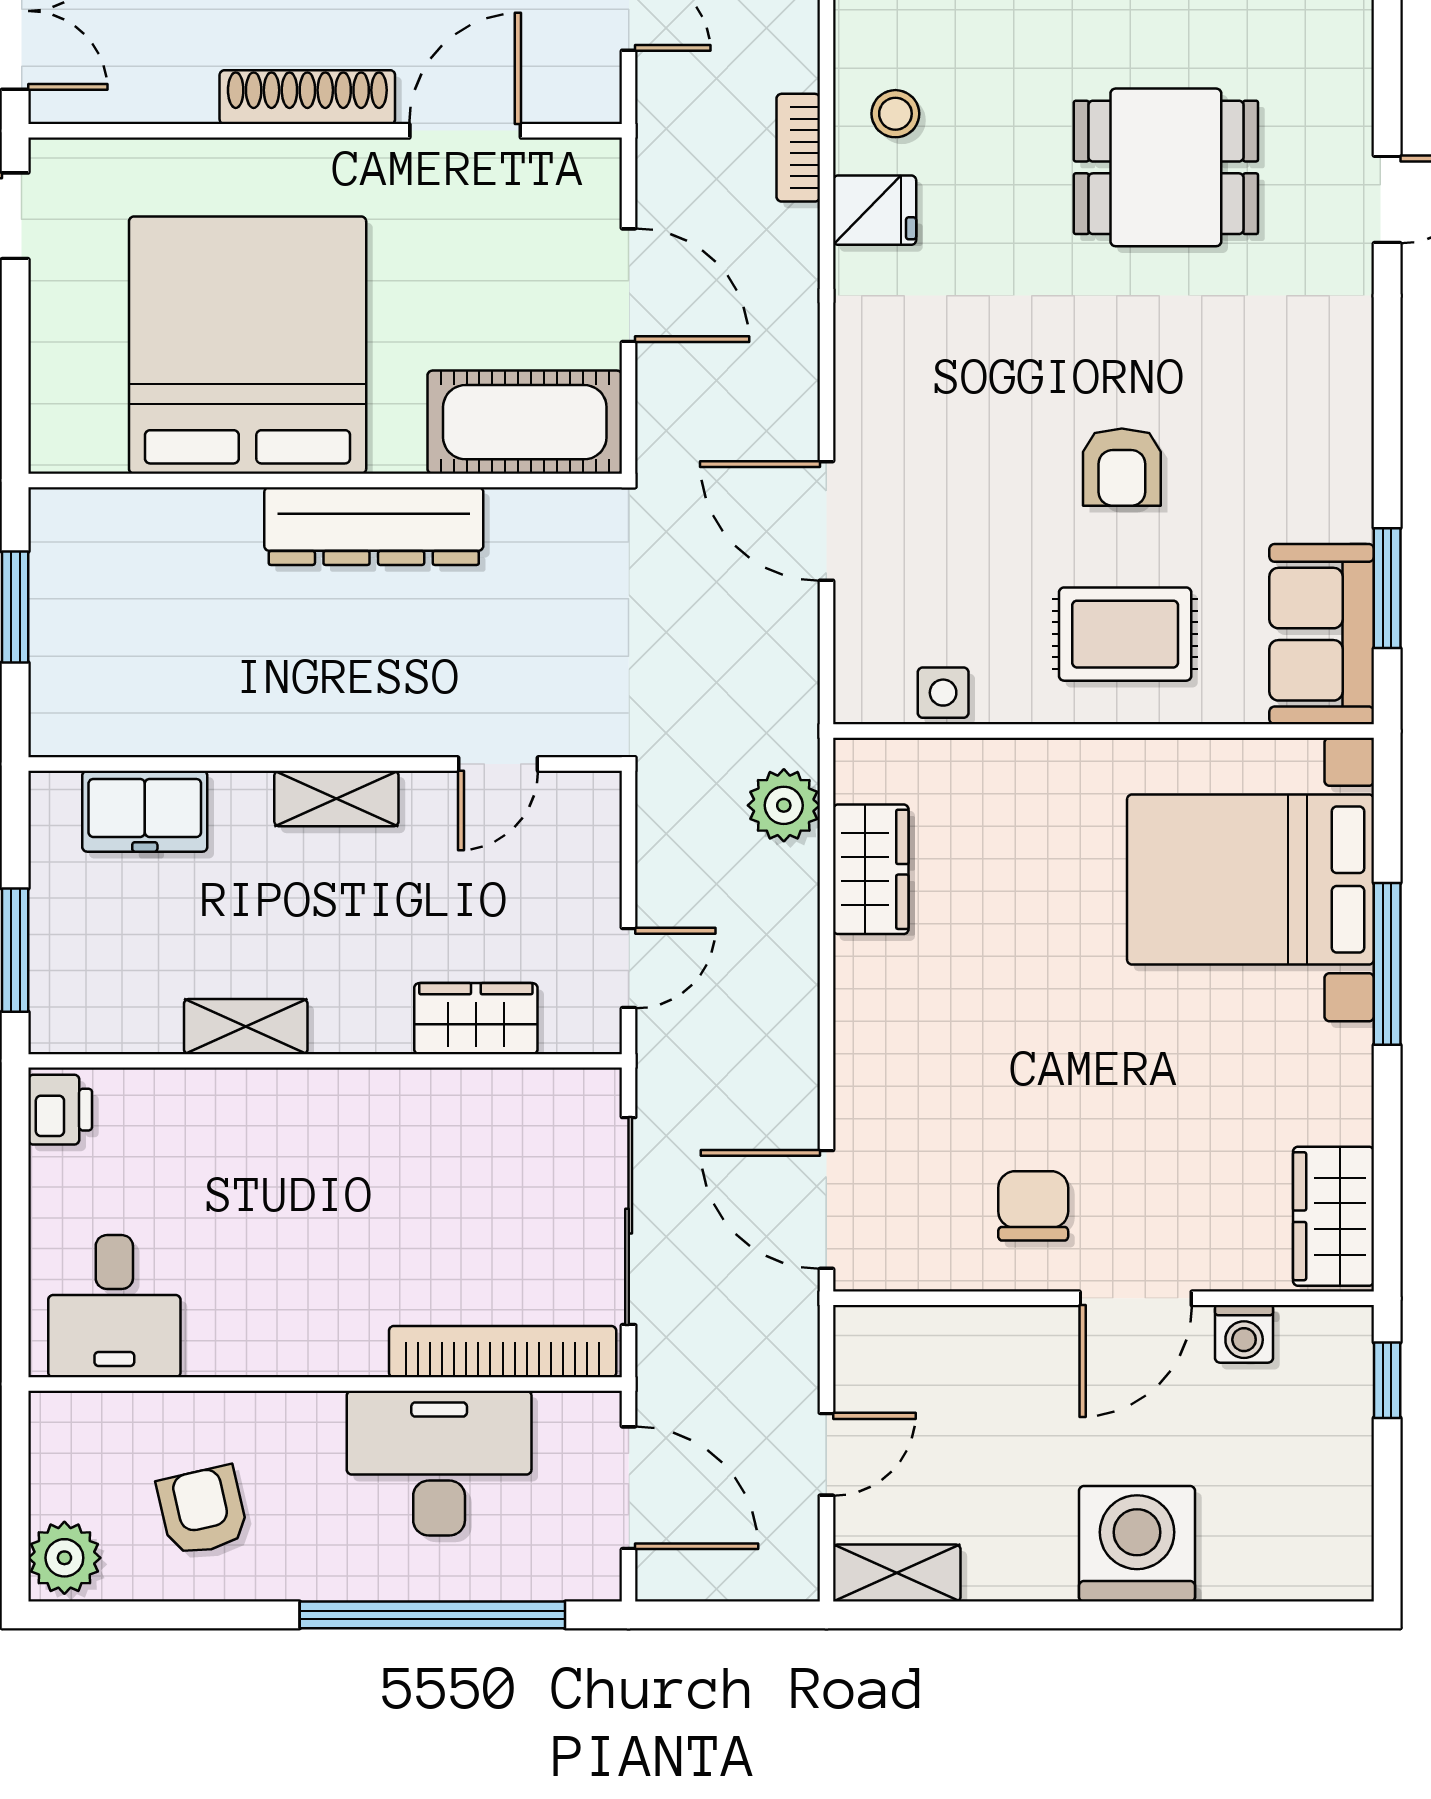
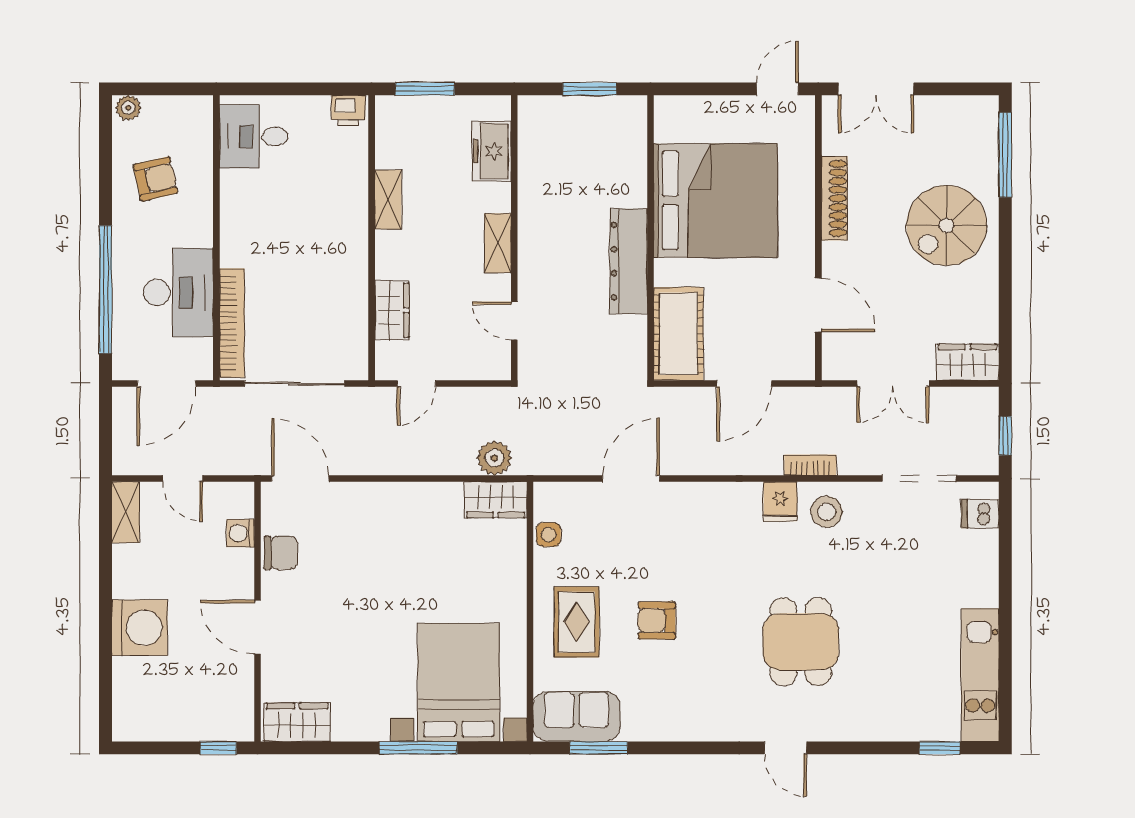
shoe rack: (307, 97) -> (835, 198), moved
stool: (895, 114) -> (827, 512), width x1.37, depth x1.37
wardrobe: (871, 869) -> (496, 500), moved
door: (629, 968) -> (416, 384), hinge flipped
chair: (1033, 1206) -> (281, 553), moved
door: (826, 1209) -> (300, 479), hinge flipped
washing machine: (1244, 1334) -> (240, 533), moved
plant: (64, 1558) -> (128, 108), width x0.73, depth x0.73

